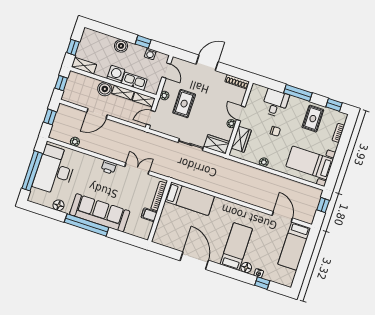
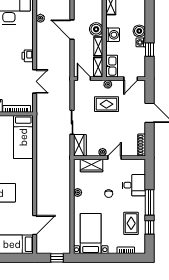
washing machine: (150, 54) -> (141, 42), moved
kitchen sink: (134, 81) -> (112, 66), moved
window: (334, 105) -> (149, 227), moved
rug: (313, 119) -> (131, 223), turned 90

